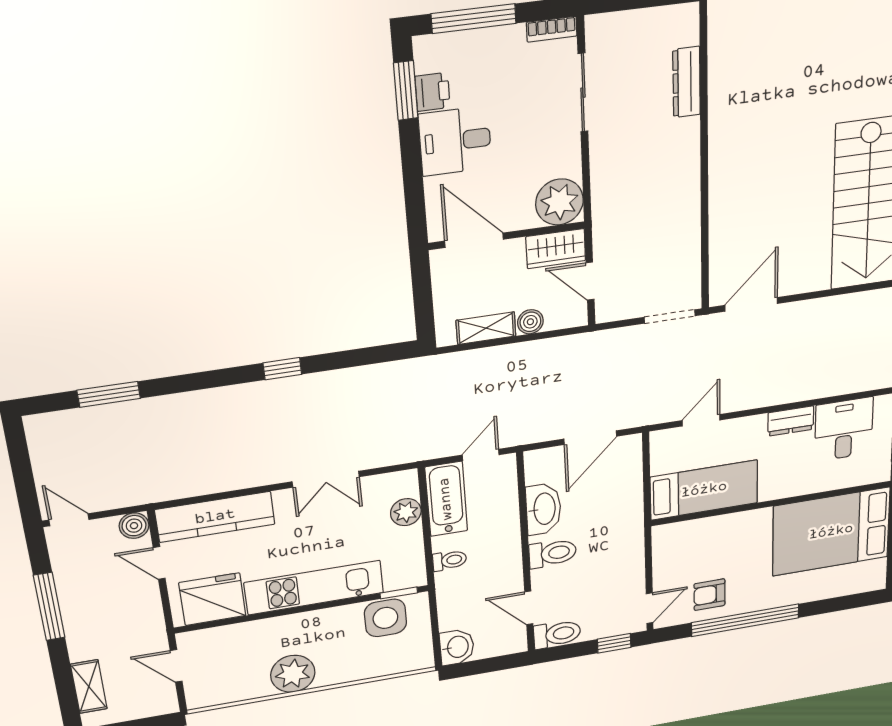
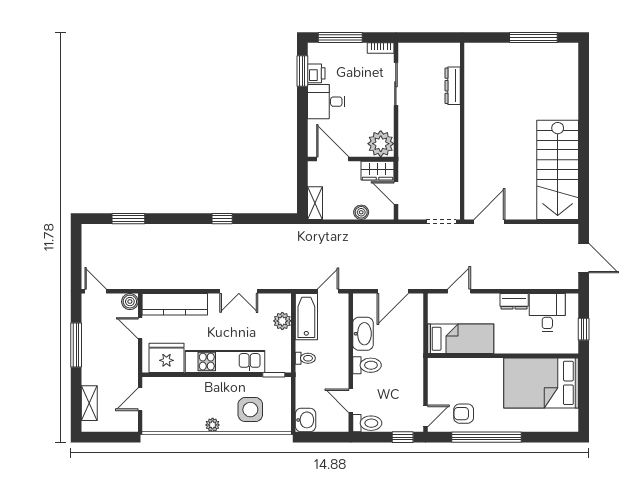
shelving: (486, 328) -> (315, 203), moved, turned 90
side table: (385, 618) -> (250, 410), moved
door: (176, 666) -> (140, 399), hinge flipped
plant: (293, 674) -> (213, 425), width x0.53, depth x0.53

